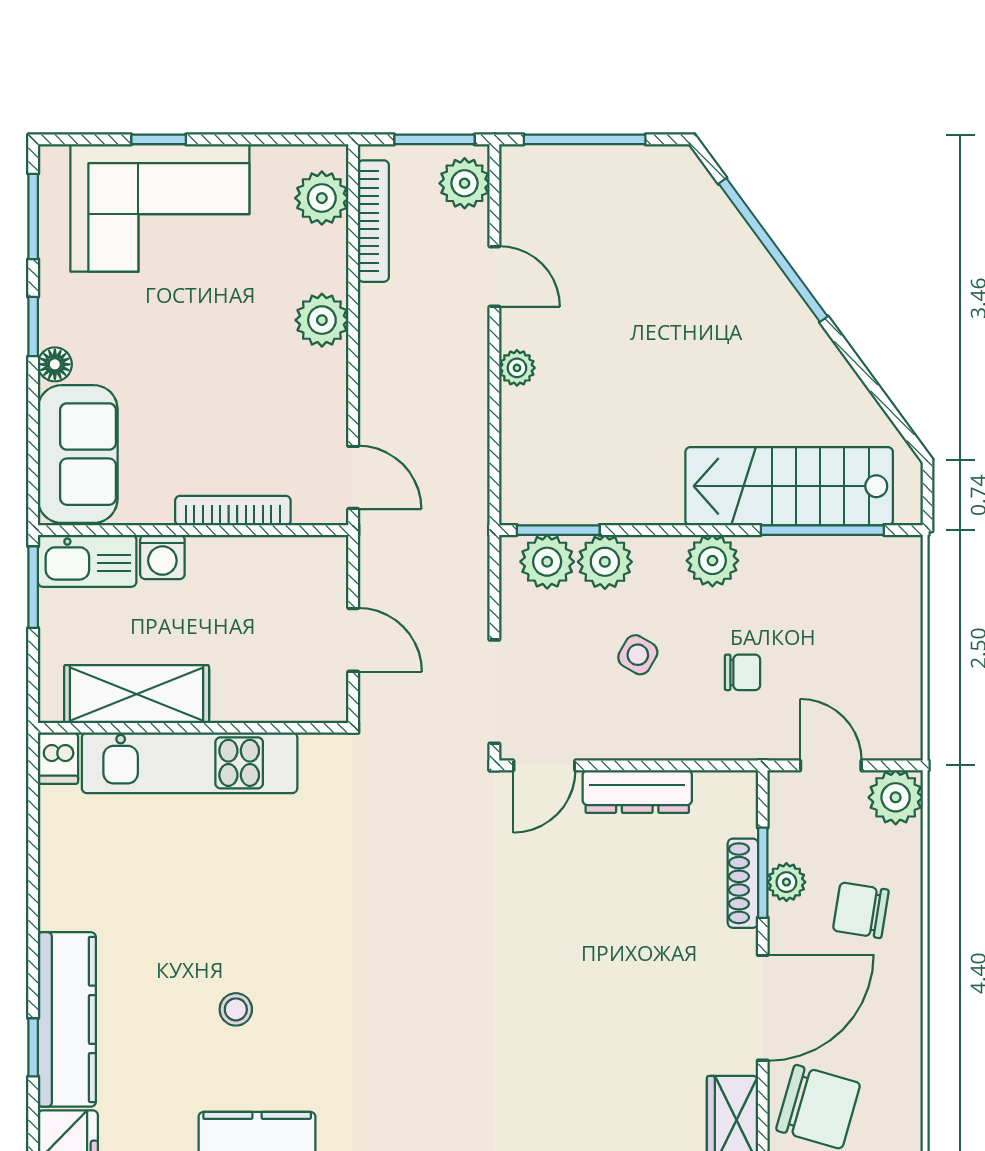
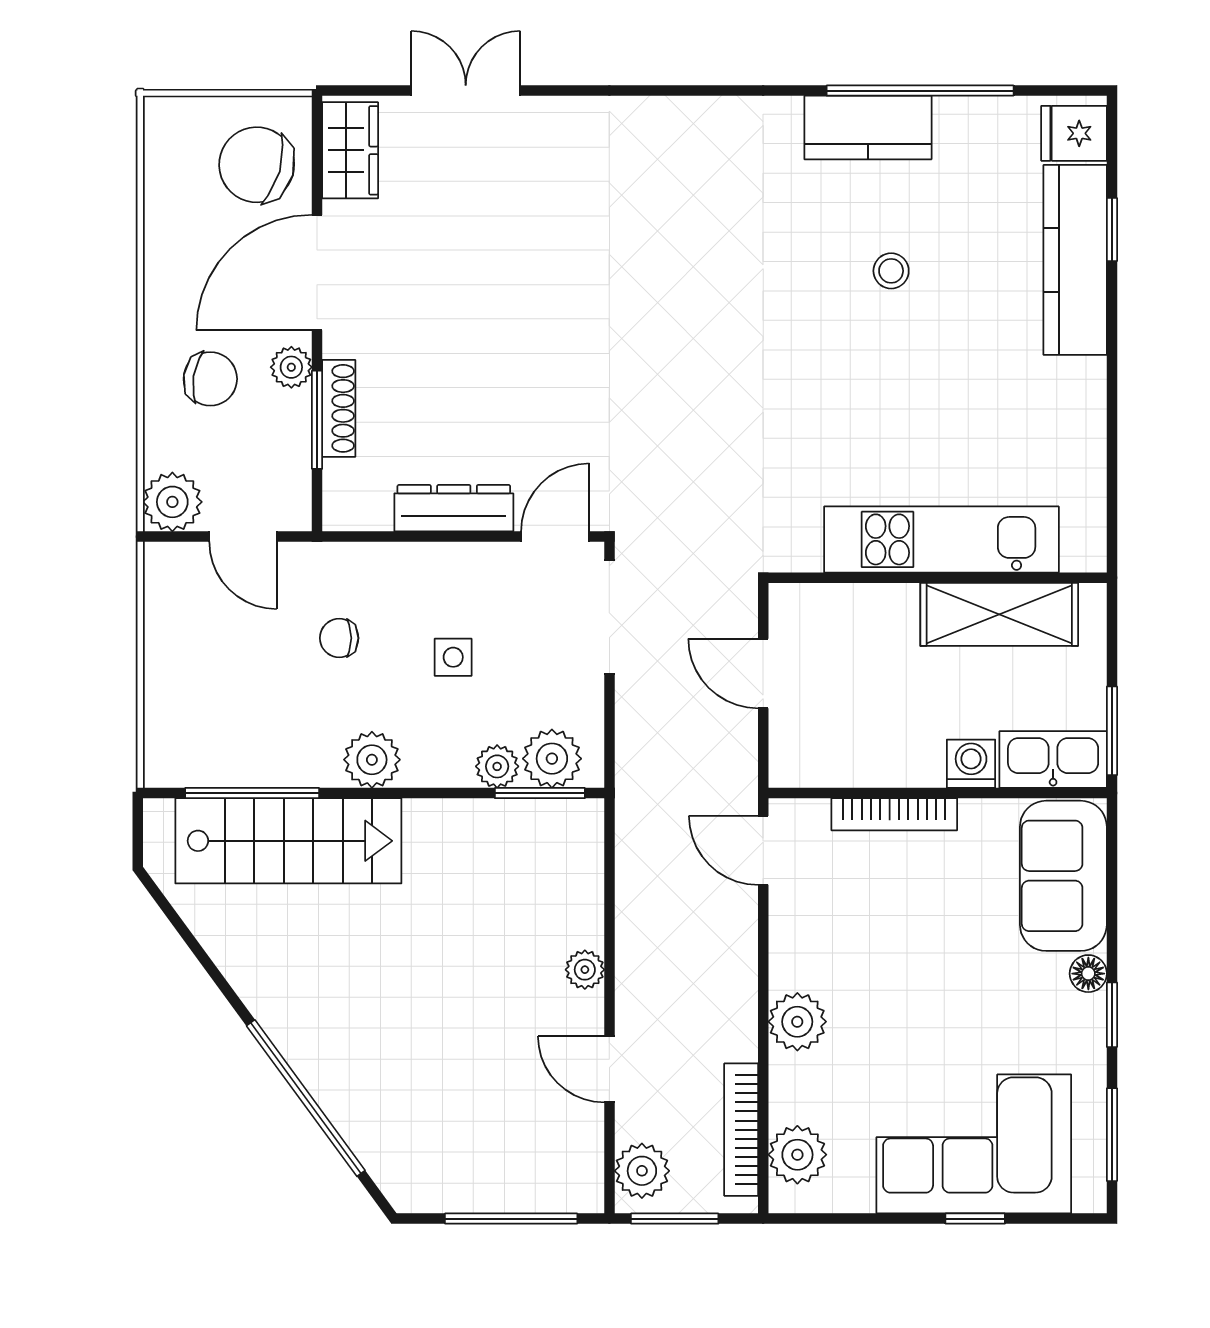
plant: (605, 562) -> (497, 766), width x0.73, depth x0.73
side table: (638, 655) -> (453, 657), turned -30
dishwasher: (58, 758) -> (1085, 545), removed
plant: (786, 882) -> (291, 367), moved

